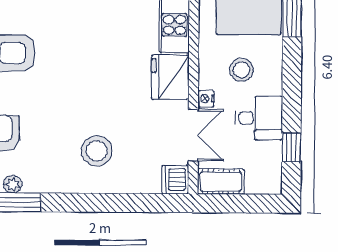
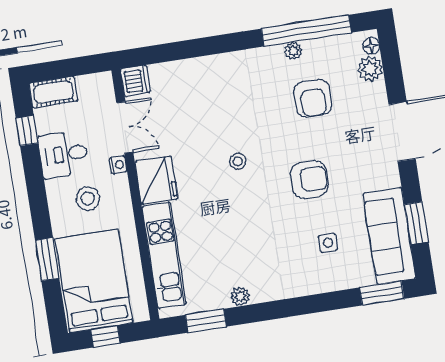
double door: (193, 135) -> (125, 127), swing flipped
stool: (97, 151) -> (238, 161), moved, width x0.53, depth x0.53
cot: (221, 182) -> (53, 92), moved

